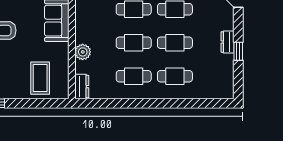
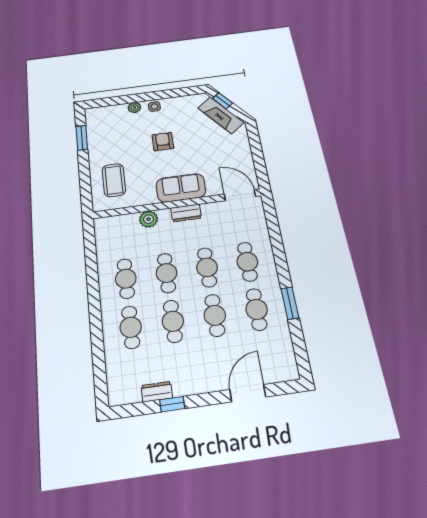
dresser: (228, 42) -> (157, 392), moved
coffee table: (40, 78) -> (114, 180), turned 90
dresser: (82, 87) -> (186, 213), moved

